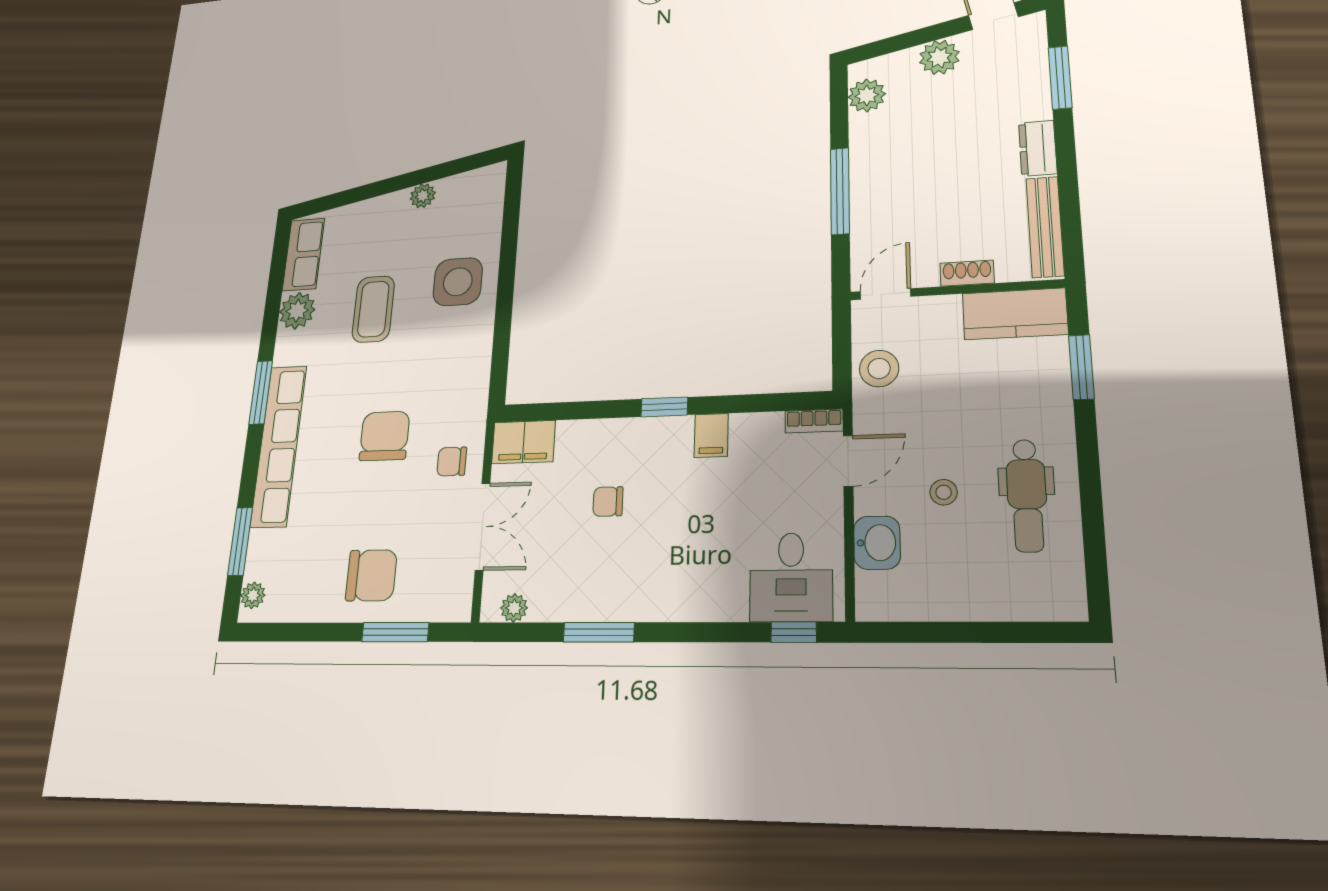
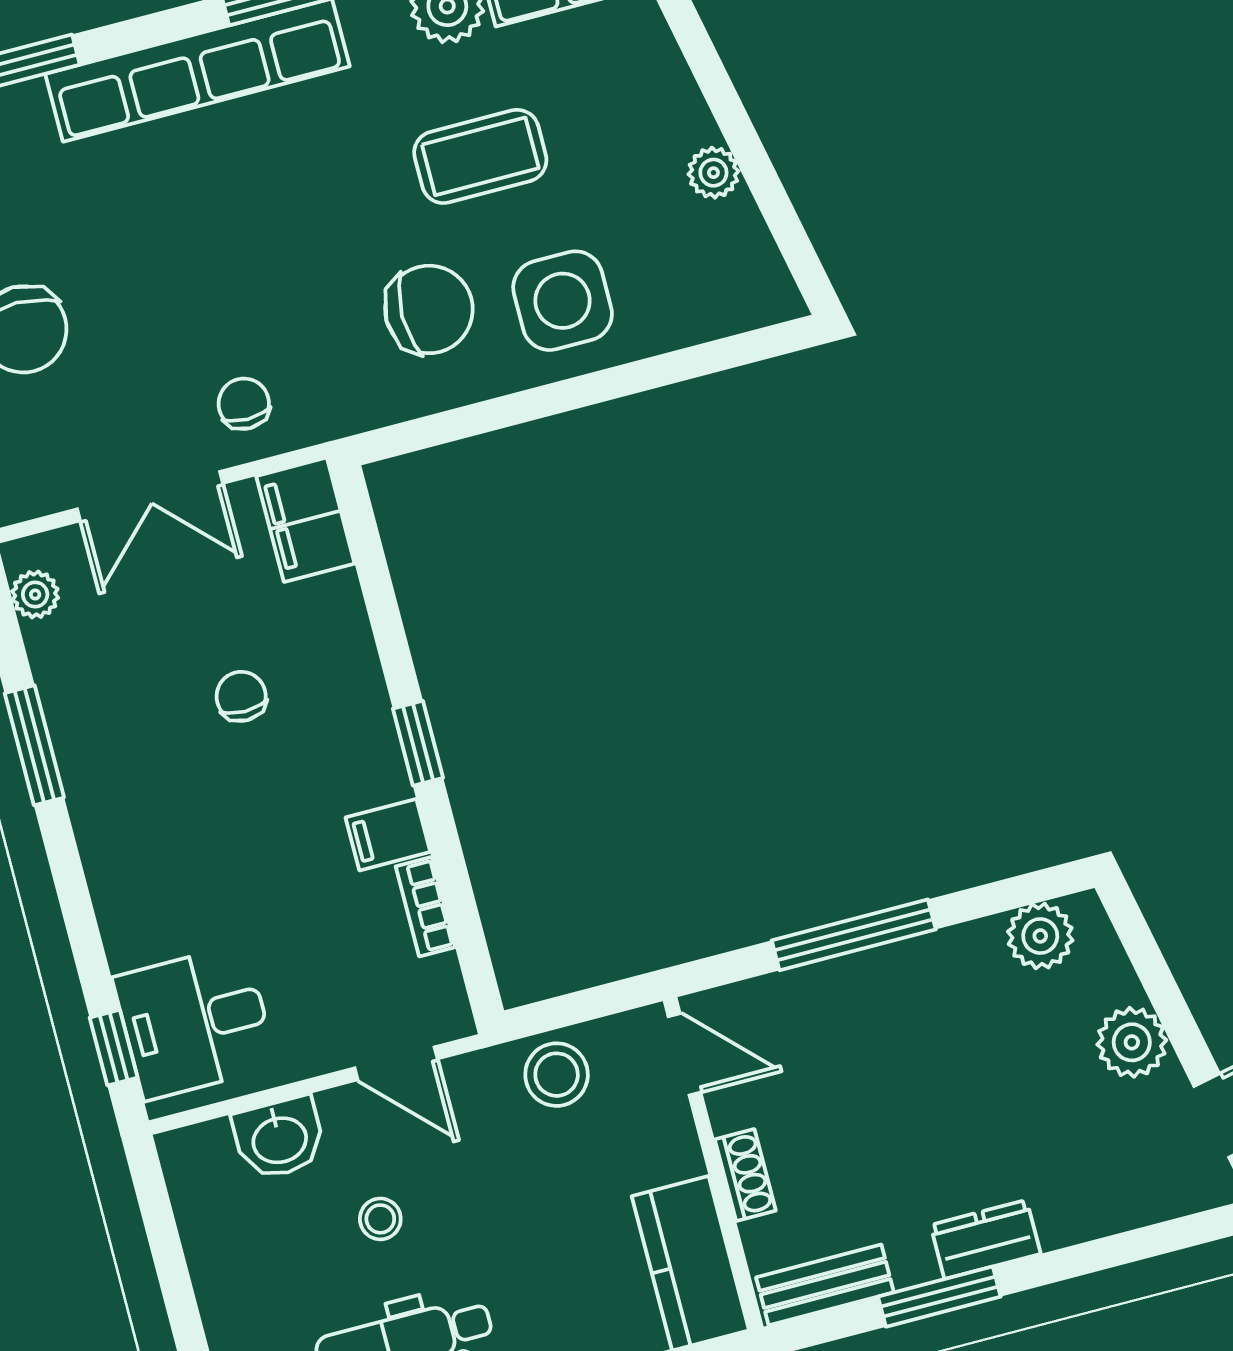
window: (1060, 78) -> (939, 1297), moved
bench: (1045, 227) -> (825, 1285), width x0.73
bookcase: (814, 421) -> (425, 907), moved
chair: (385, 436) -> (429, 309), moved

